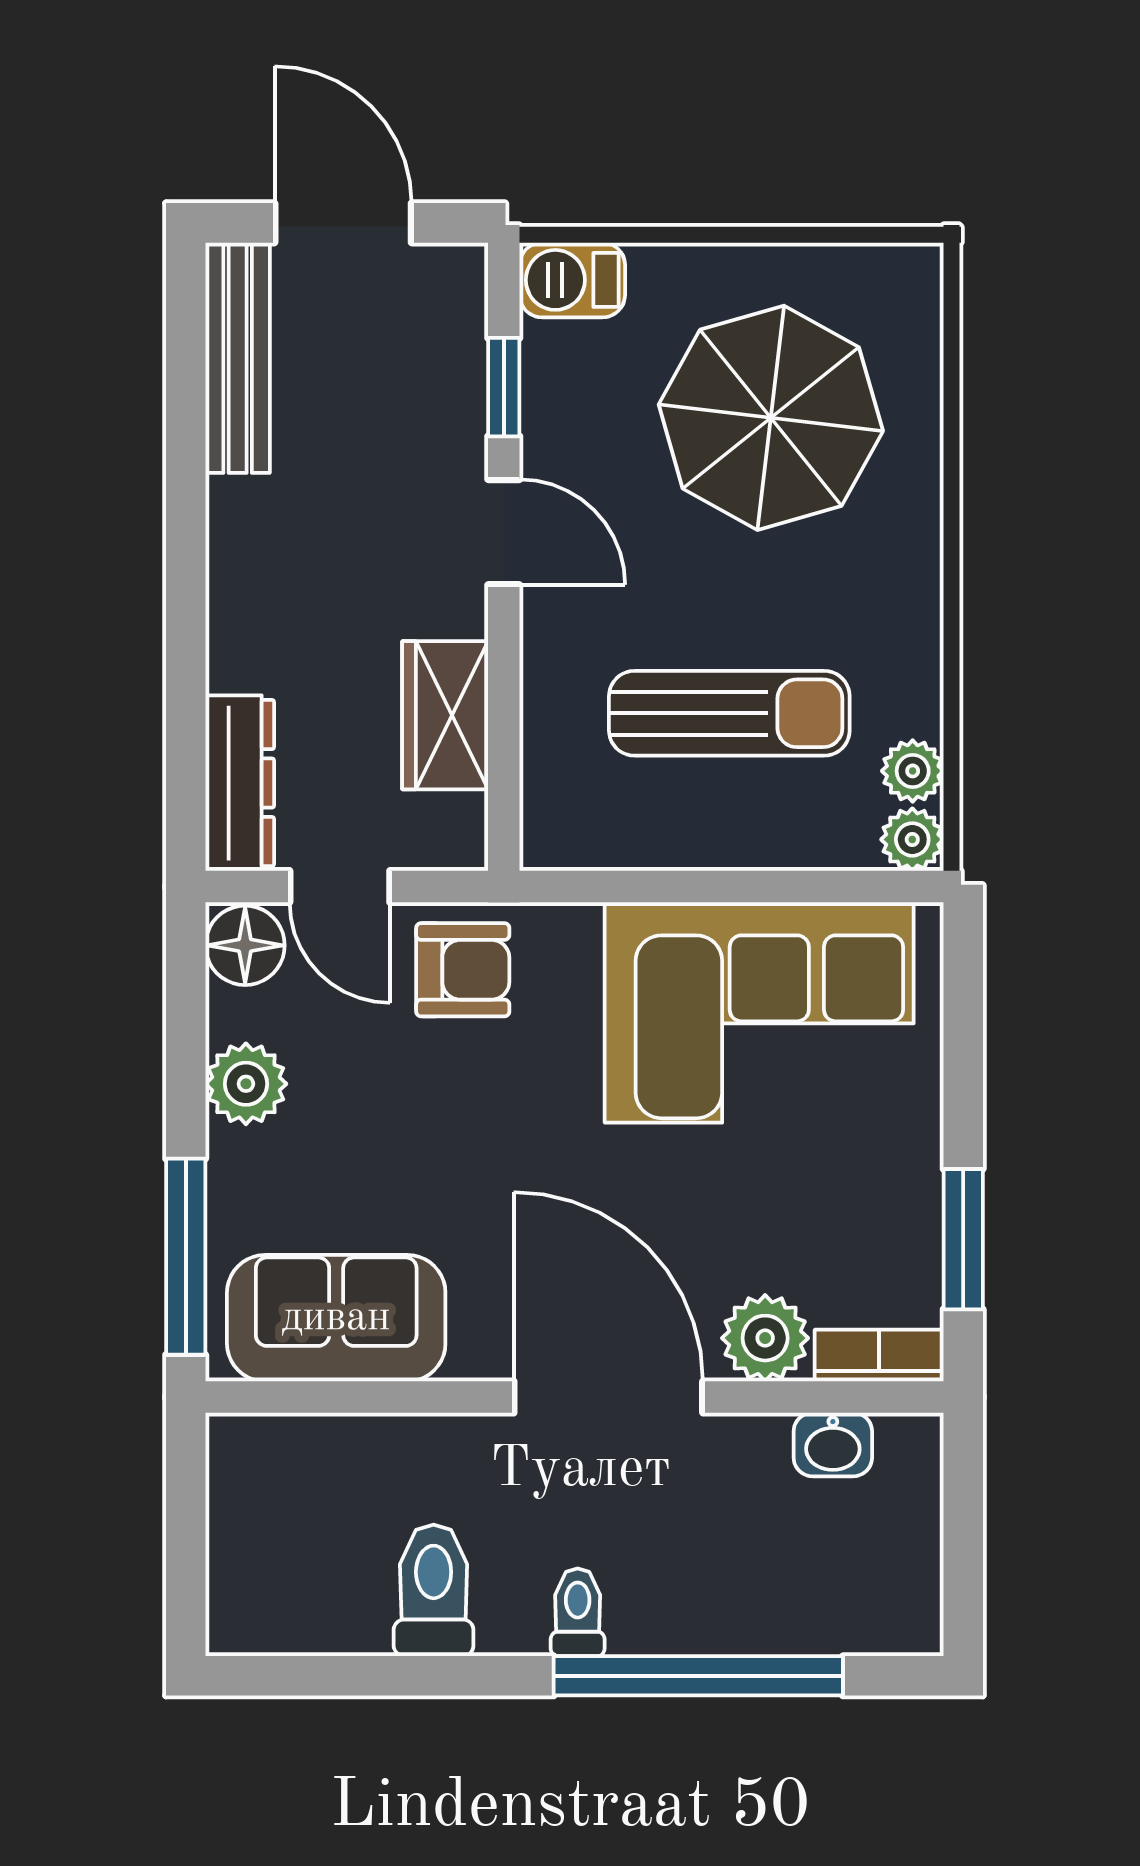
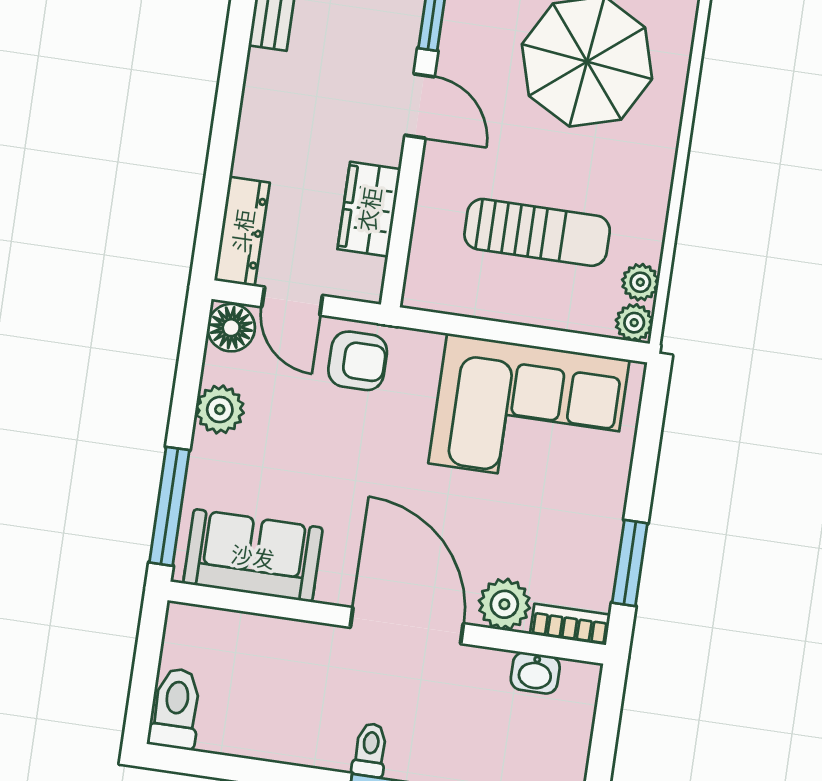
toilet: (434, 1590) -> (176, 708), moved

